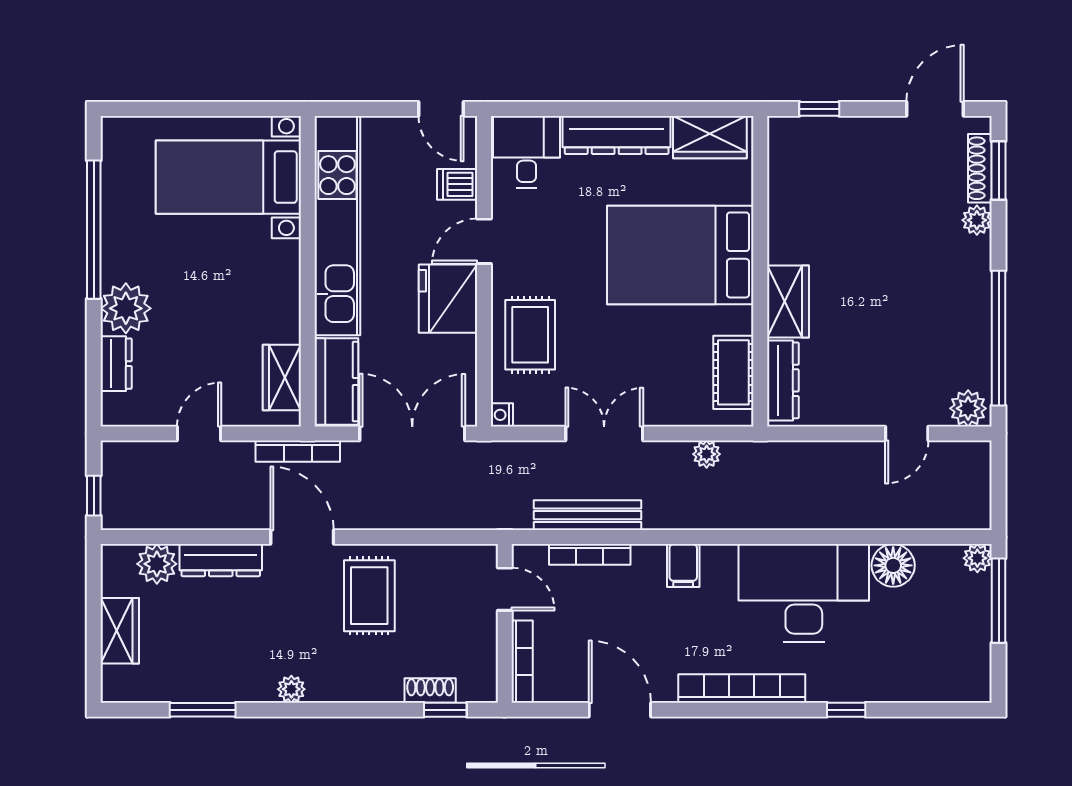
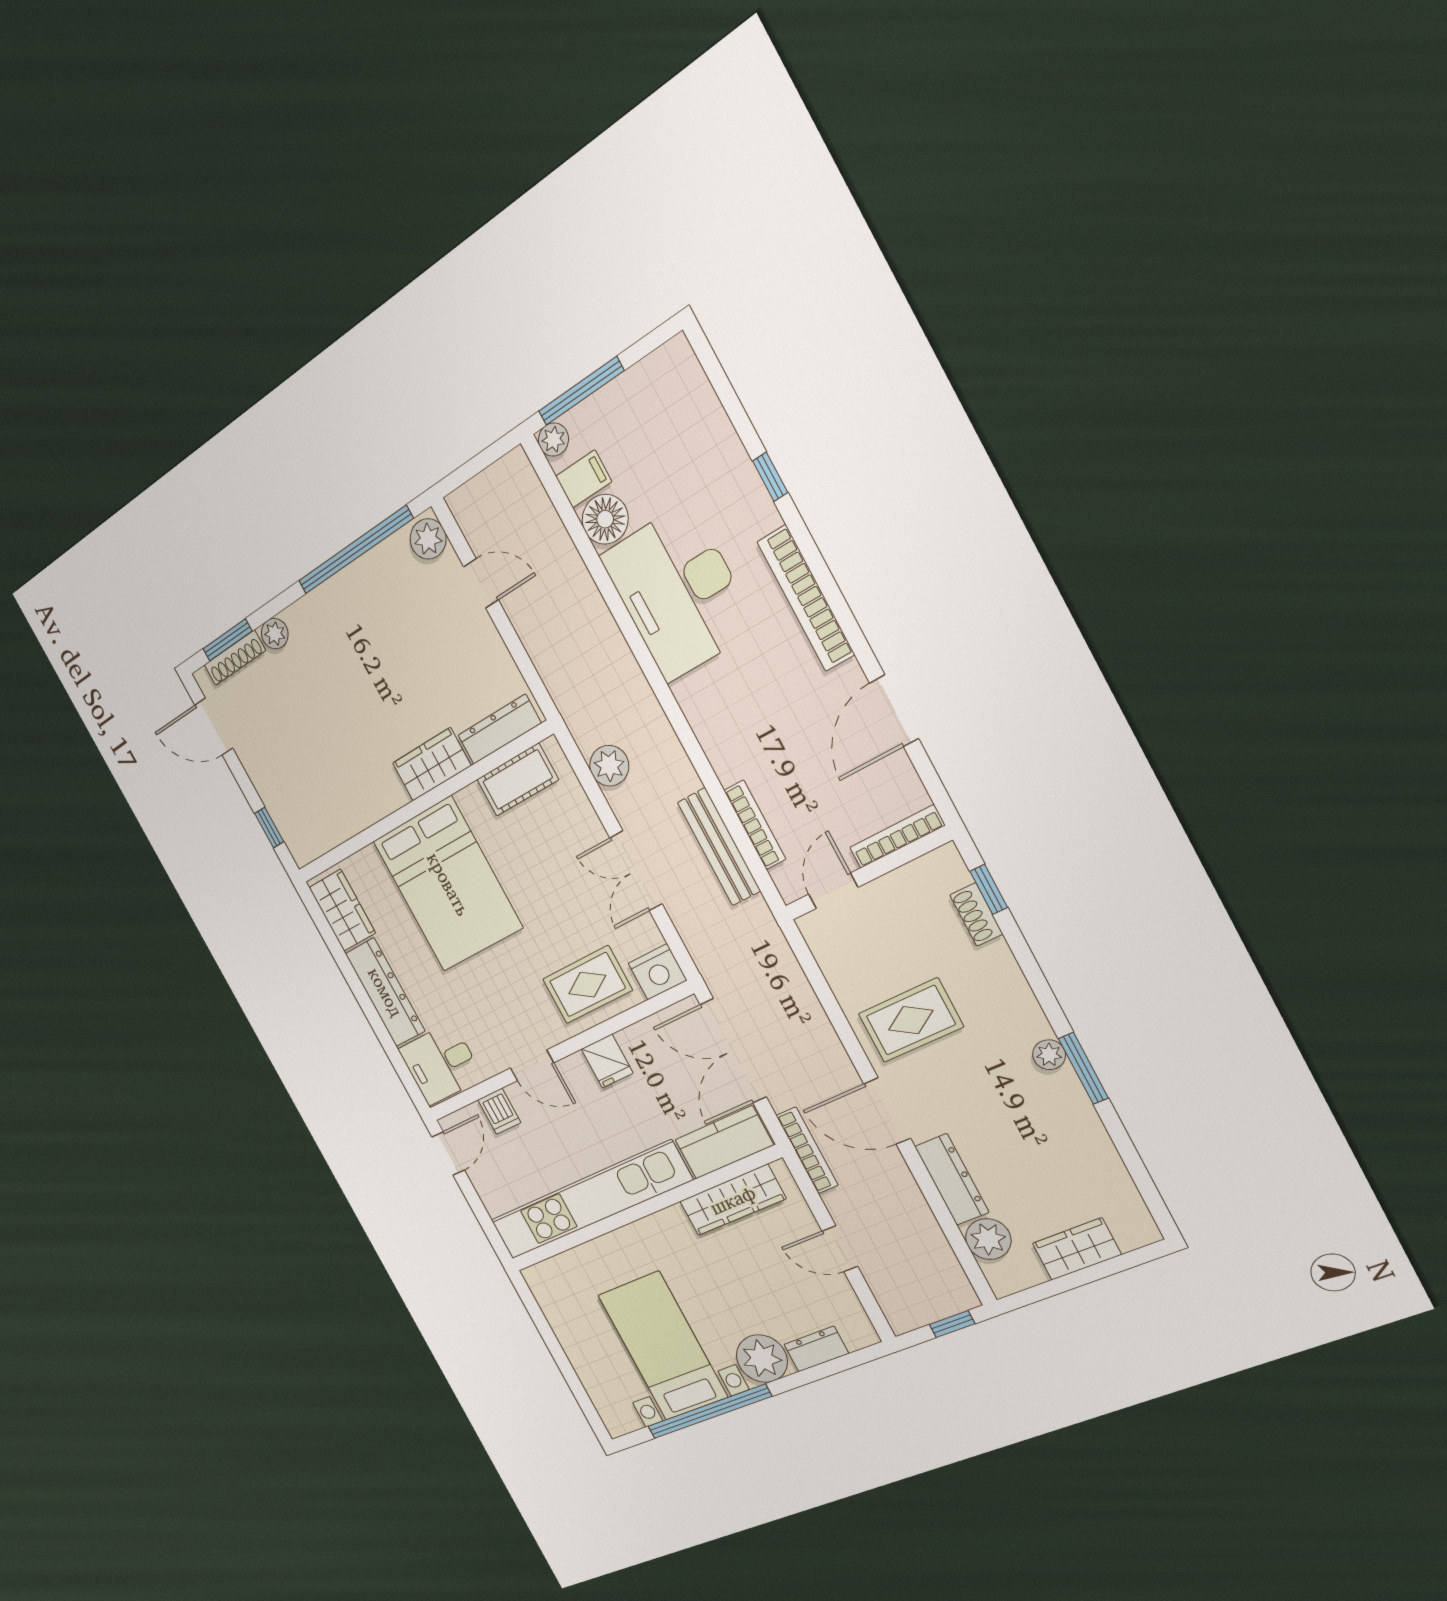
bed with nightstands: (228, 177) -> (663, 1346), moved, turned 180
fridge: (448, 299) -> (607, 1061), width x0.53, depth x0.75
wardrobe: (282, 377) -> (733, 1200), width x1.50
nightstand: (502, 415) -> (657, 972), width x1.89, depth x1.79
plant: (707, 454) -> (609, 766), width x1.38, depth x1.38
door: (302, 537) -> (887, 1111), hinge flipped
filing cabinet: (683, 566) -> (584, 479), moved
window: (203, 710) -> (1083, 1068), moved

